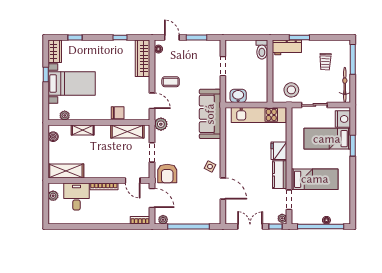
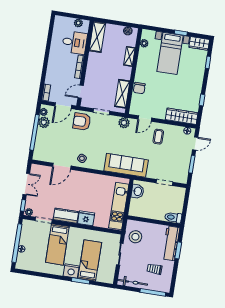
workbench: (287, 47) -> (171, 243), width x1.38
nightstand: (343, 119) -> (71, 271), moved
plant: (175, 218) -> (44, 122), added

